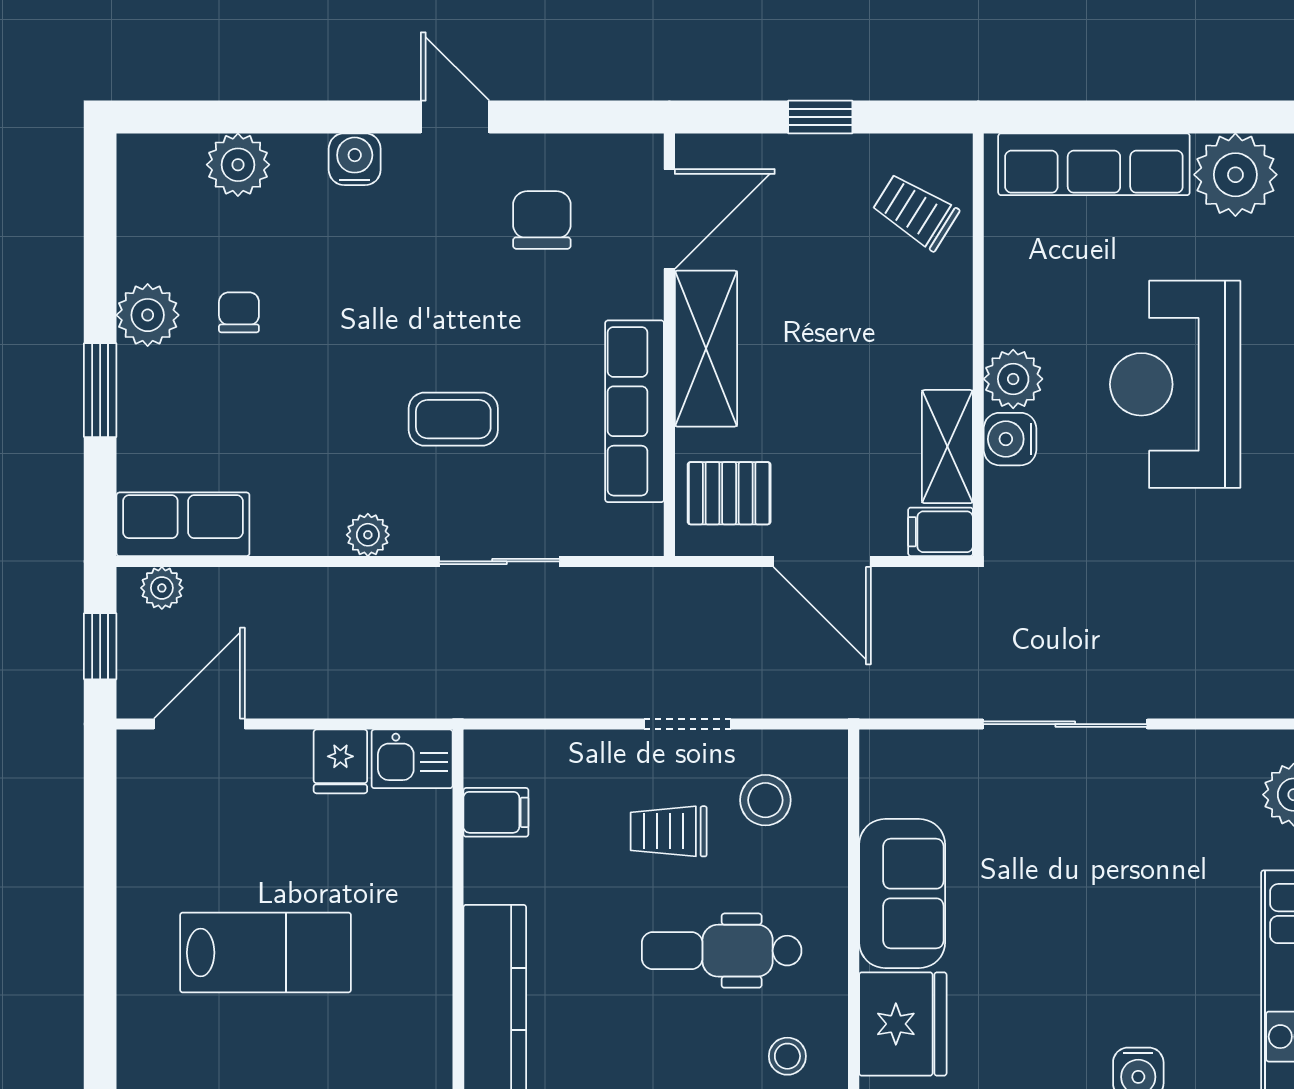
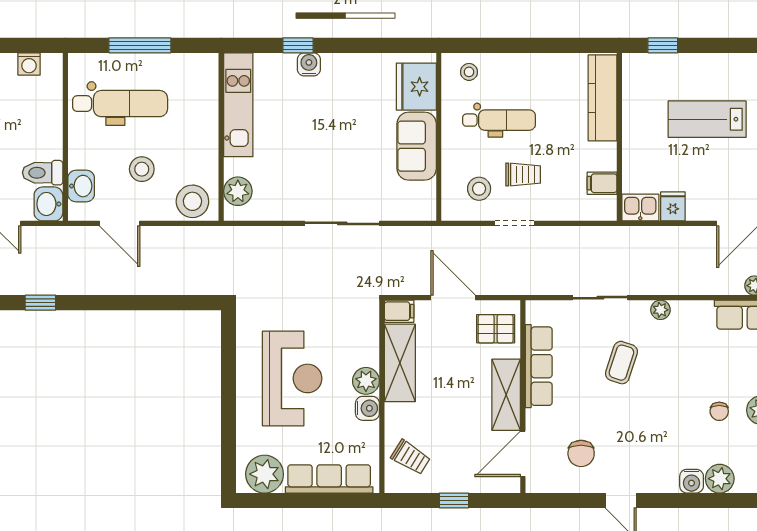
water cooler: (355, 159) -> (692, 481), moved
coffee table: (453, 419) -> (621, 363), turned -72
water cooler: (1010, 439) -> (367, 408), moved
shelving: (947, 447) -> (400, 363), width x1.50, depth x1.33

